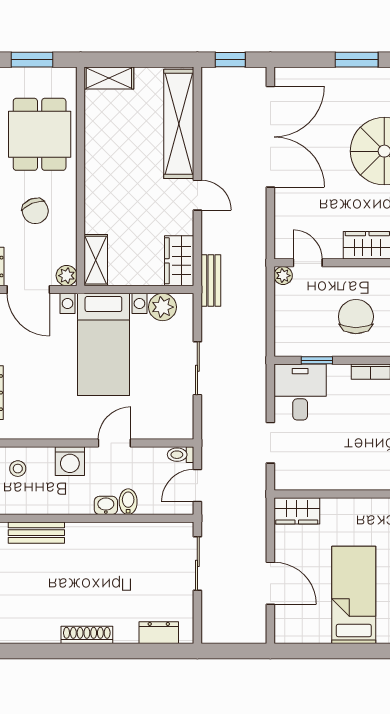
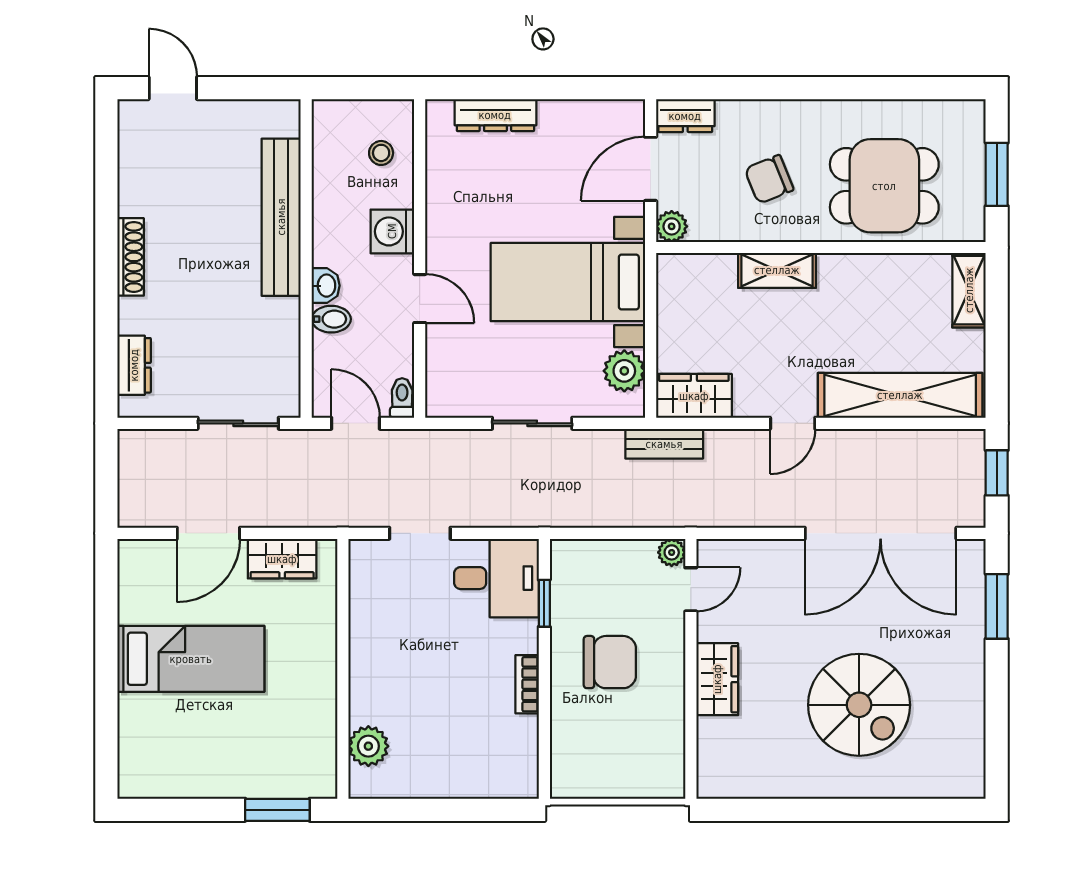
window: (357, 60) -> (997, 606), moved
shelving: (96, 260) -> (777, 270), moved
wardrobe: (297, 511) -> (282, 559), moved, turned -90
bench: (36, 533) -> (281, 217), width x1.86, depth x1.21

